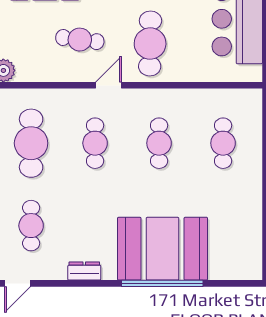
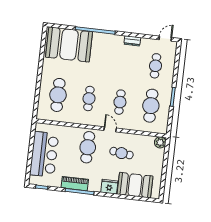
door: (109, 85) -> (110, 129), swing flipped
cafe table: (223, 143) -> (58, 95), width x1.37, depth x1.35
booth: (163, 249) -> (69, 44), moved

